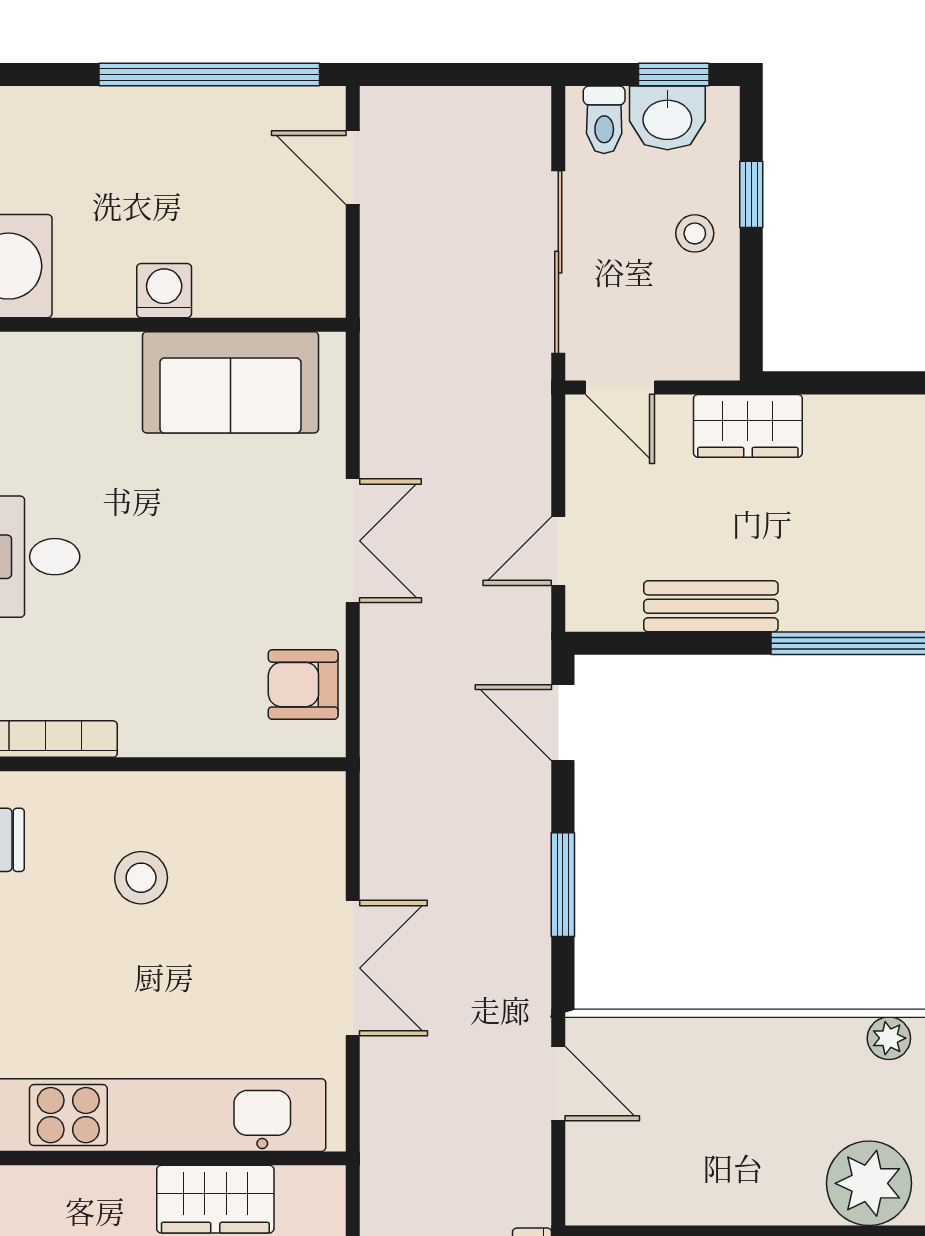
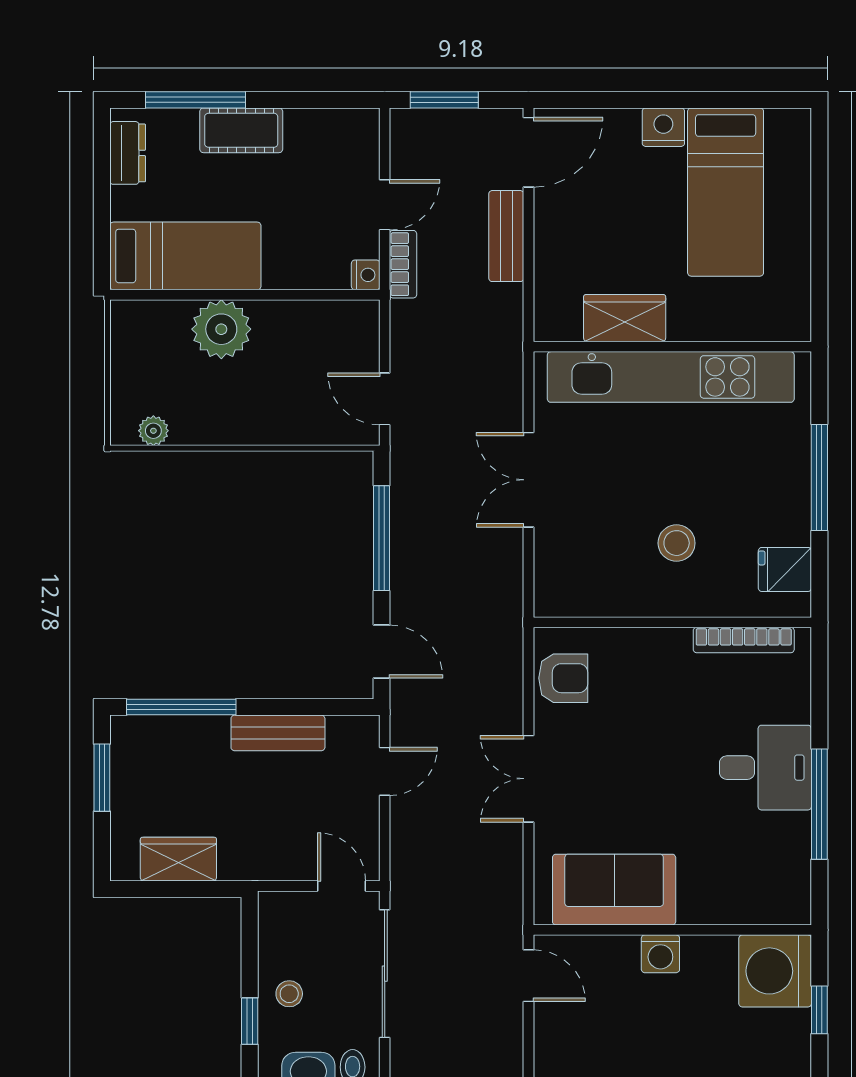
door: (353, 168) -> (528, 976), moved
wardrobe: (748, 426) -> (178, 859), moved
window: (563, 885) -> (381, 538), width x1.44
plant: (869, 1183) -> (221, 329), moved

